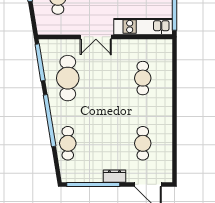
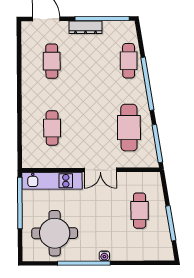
double door: (96, 37) -> (100, 170), swing flipped
dresser: (114, 176) -> (85, 27), width x1.44

